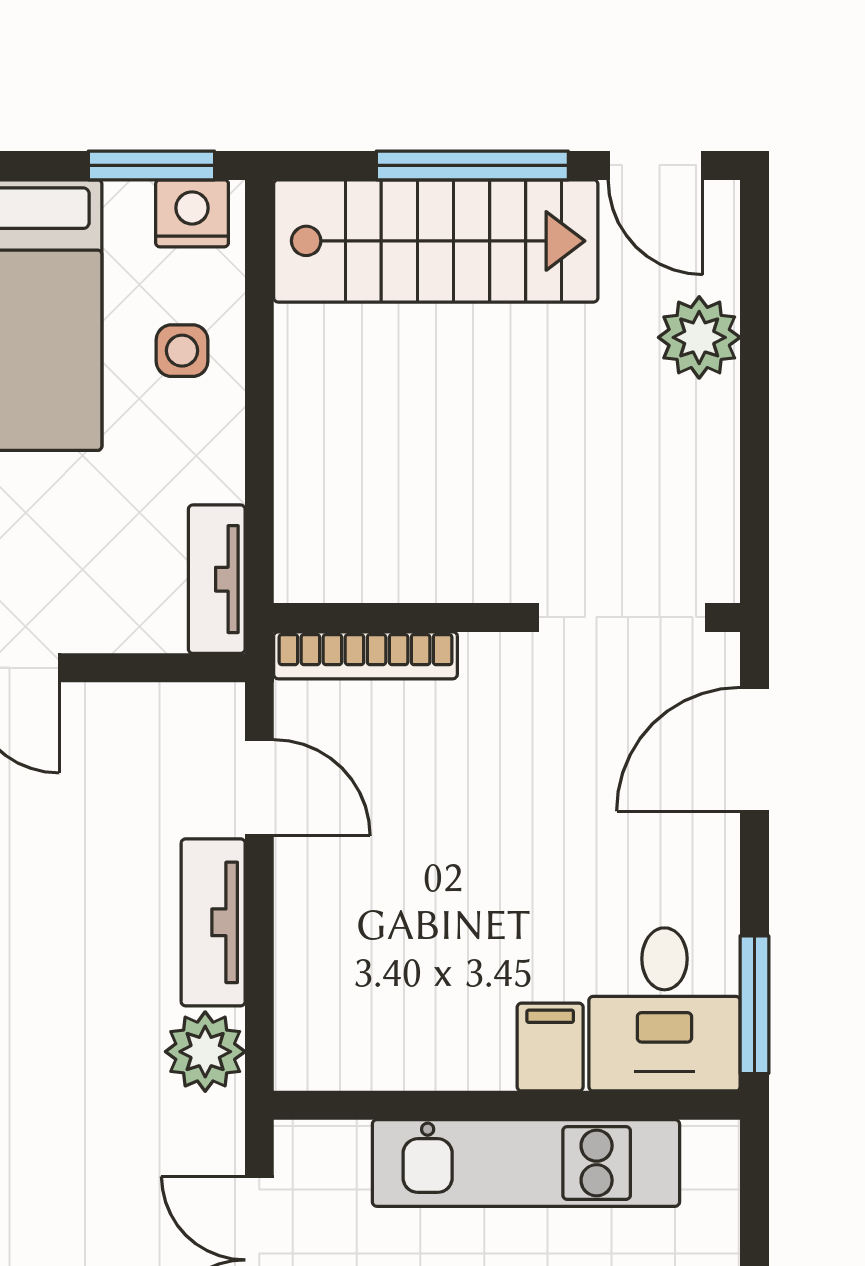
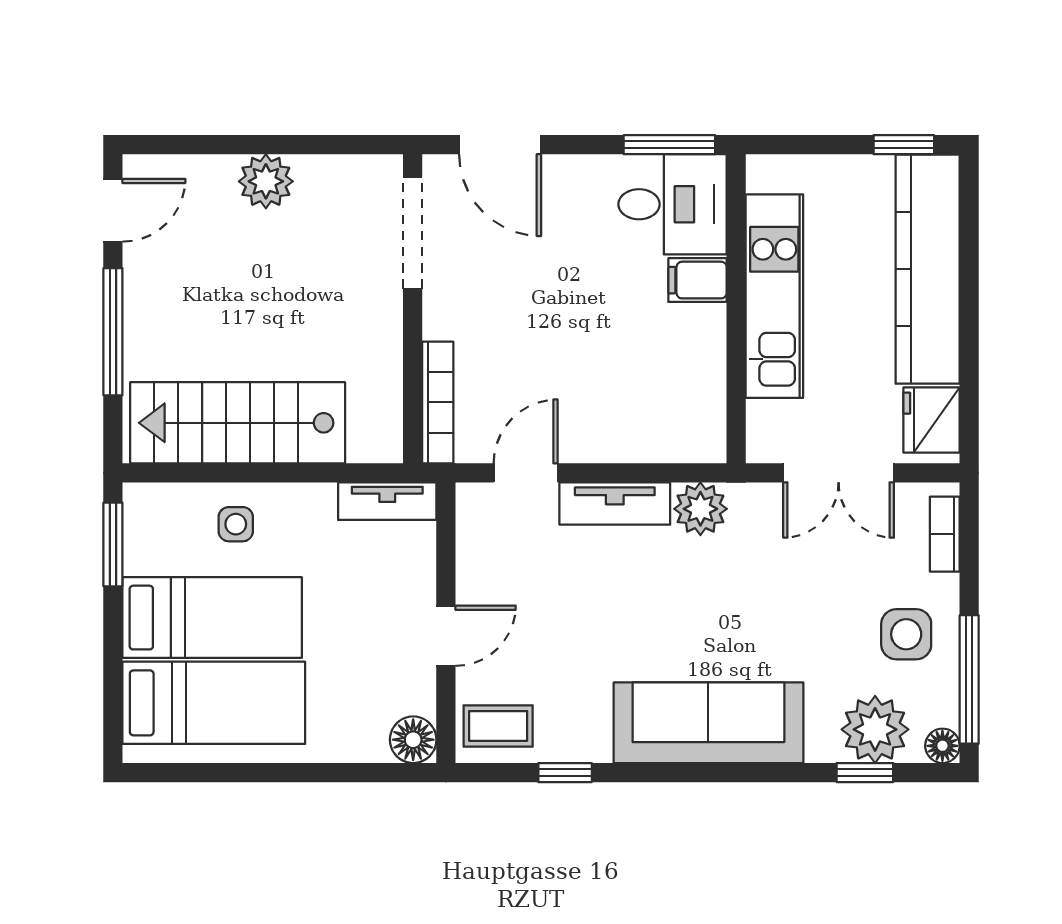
nightstand: (192, 213) -> (145, 517), removed
stairs: (436, 241) -> (238, 423), moved, turned -90
plant: (699, 337) -> (266, 181), moved

